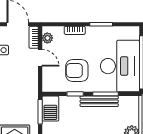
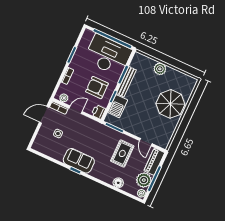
armchair: (77, 71) -> (97, 88), turned 90
printer: (50, 85) -> (98, 112), added
barbecue: (50, 109) -> (118, 106), moved, turned 90

